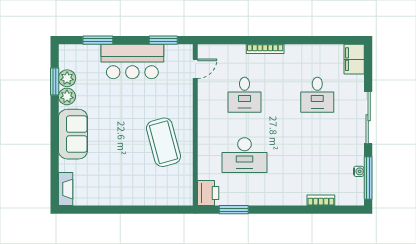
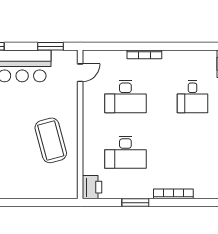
desk: (244, 95) -> (125, 97), width x1.37
bookcase: (321, 200) -> (173, 194), moved, width x1.56
window: (234, 210) -> (135, 203), moved

